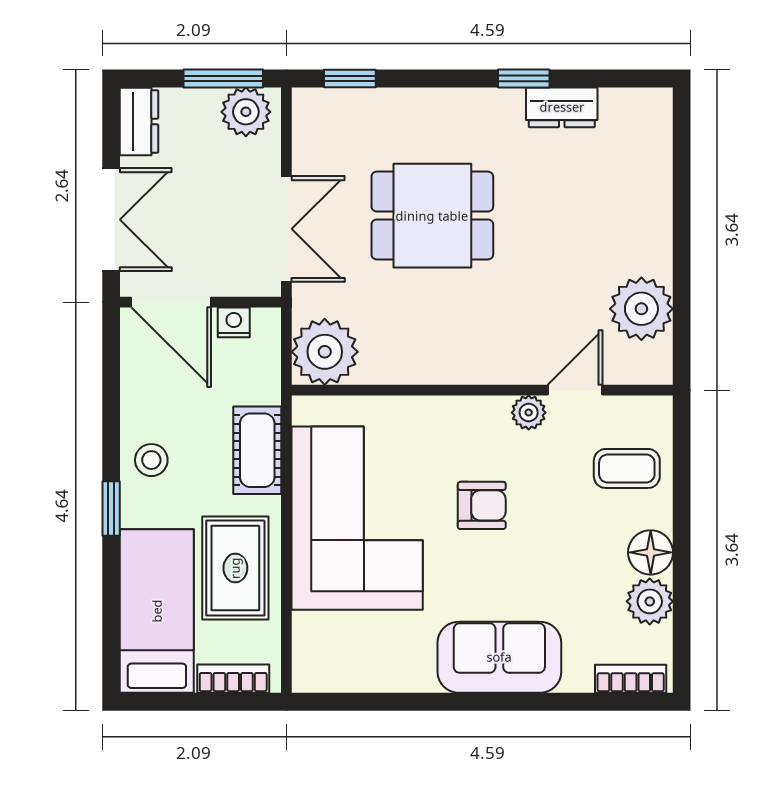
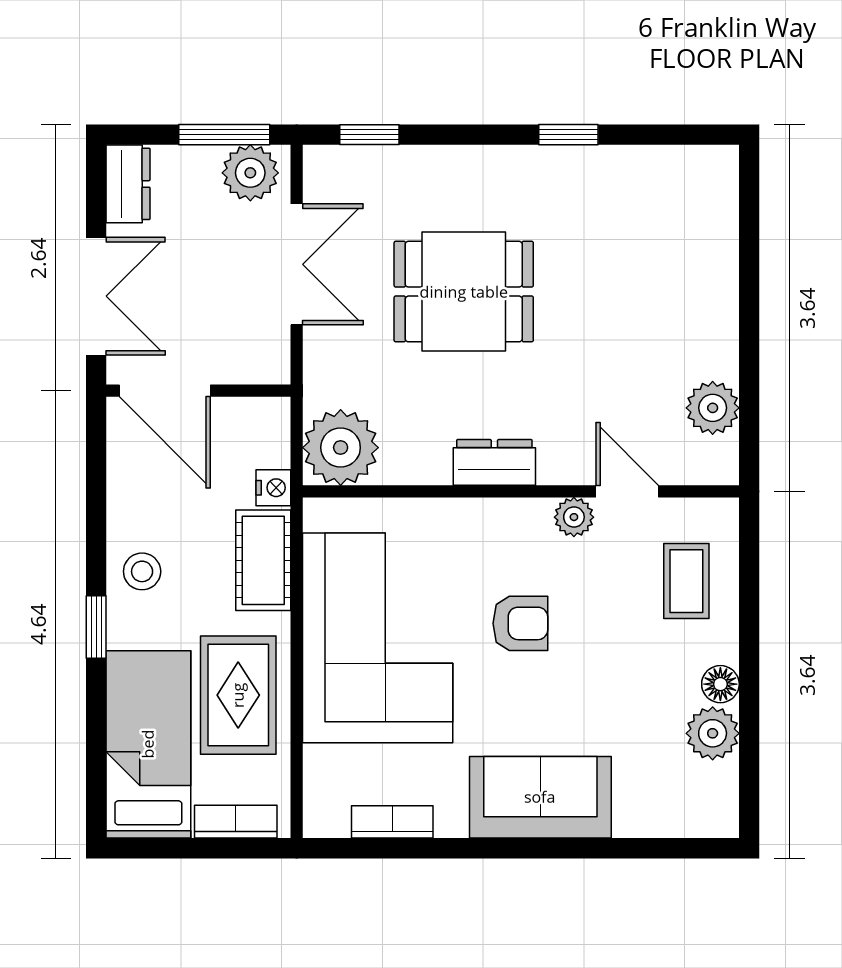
dresser: (562, 107) -> (494, 462), moved, turned 180
double door: (286, 229) -> (297, 264), moved
plant: (641, 309) -> (713, 408), width x0.73, depth x0.73
nightstand: (234, 322) -> (273, 488), moved, turned 90
door: (575, 390) -> (627, 491), hinge flipped
coffee table: (627, 468) -> (686, 581), turned 90
floor lamp: (651, 552) -> (720, 684), width x0.73, depth x0.73
bookcase: (631, 679) -> (392, 822), moved

